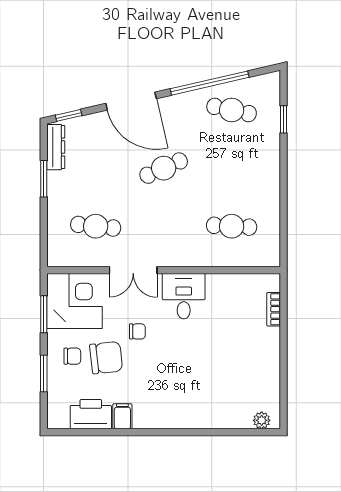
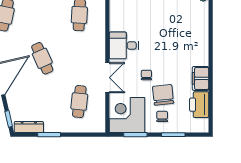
filing cabinet: (122, 416) -> (200, 78), width x2.00

